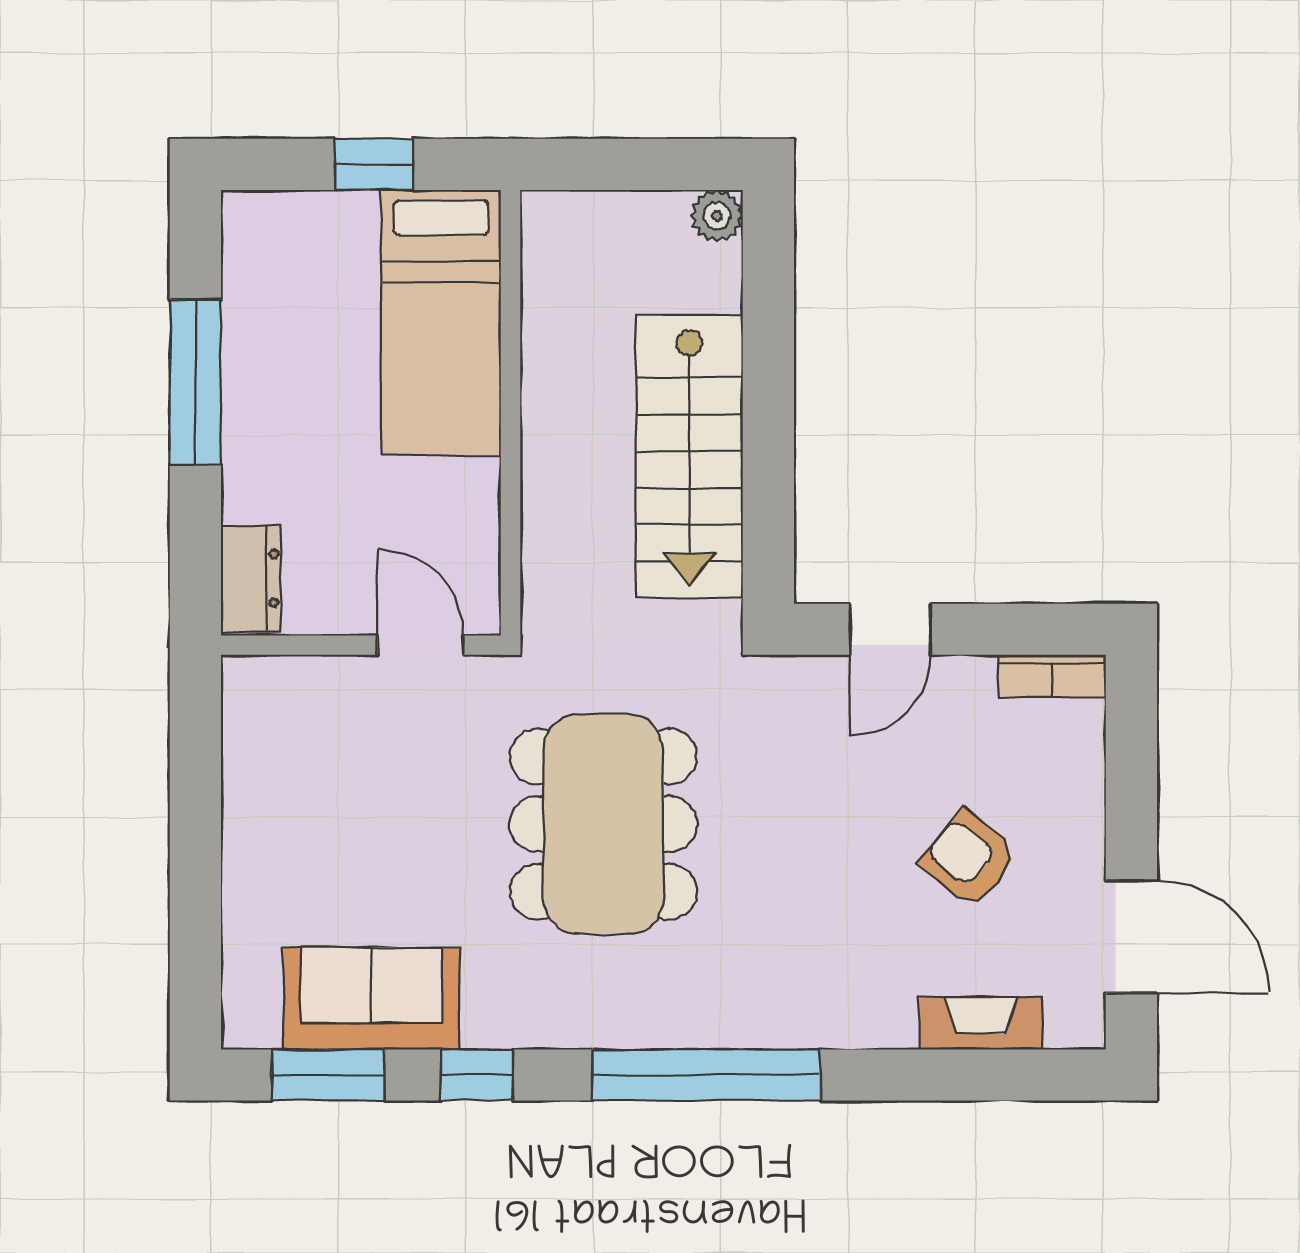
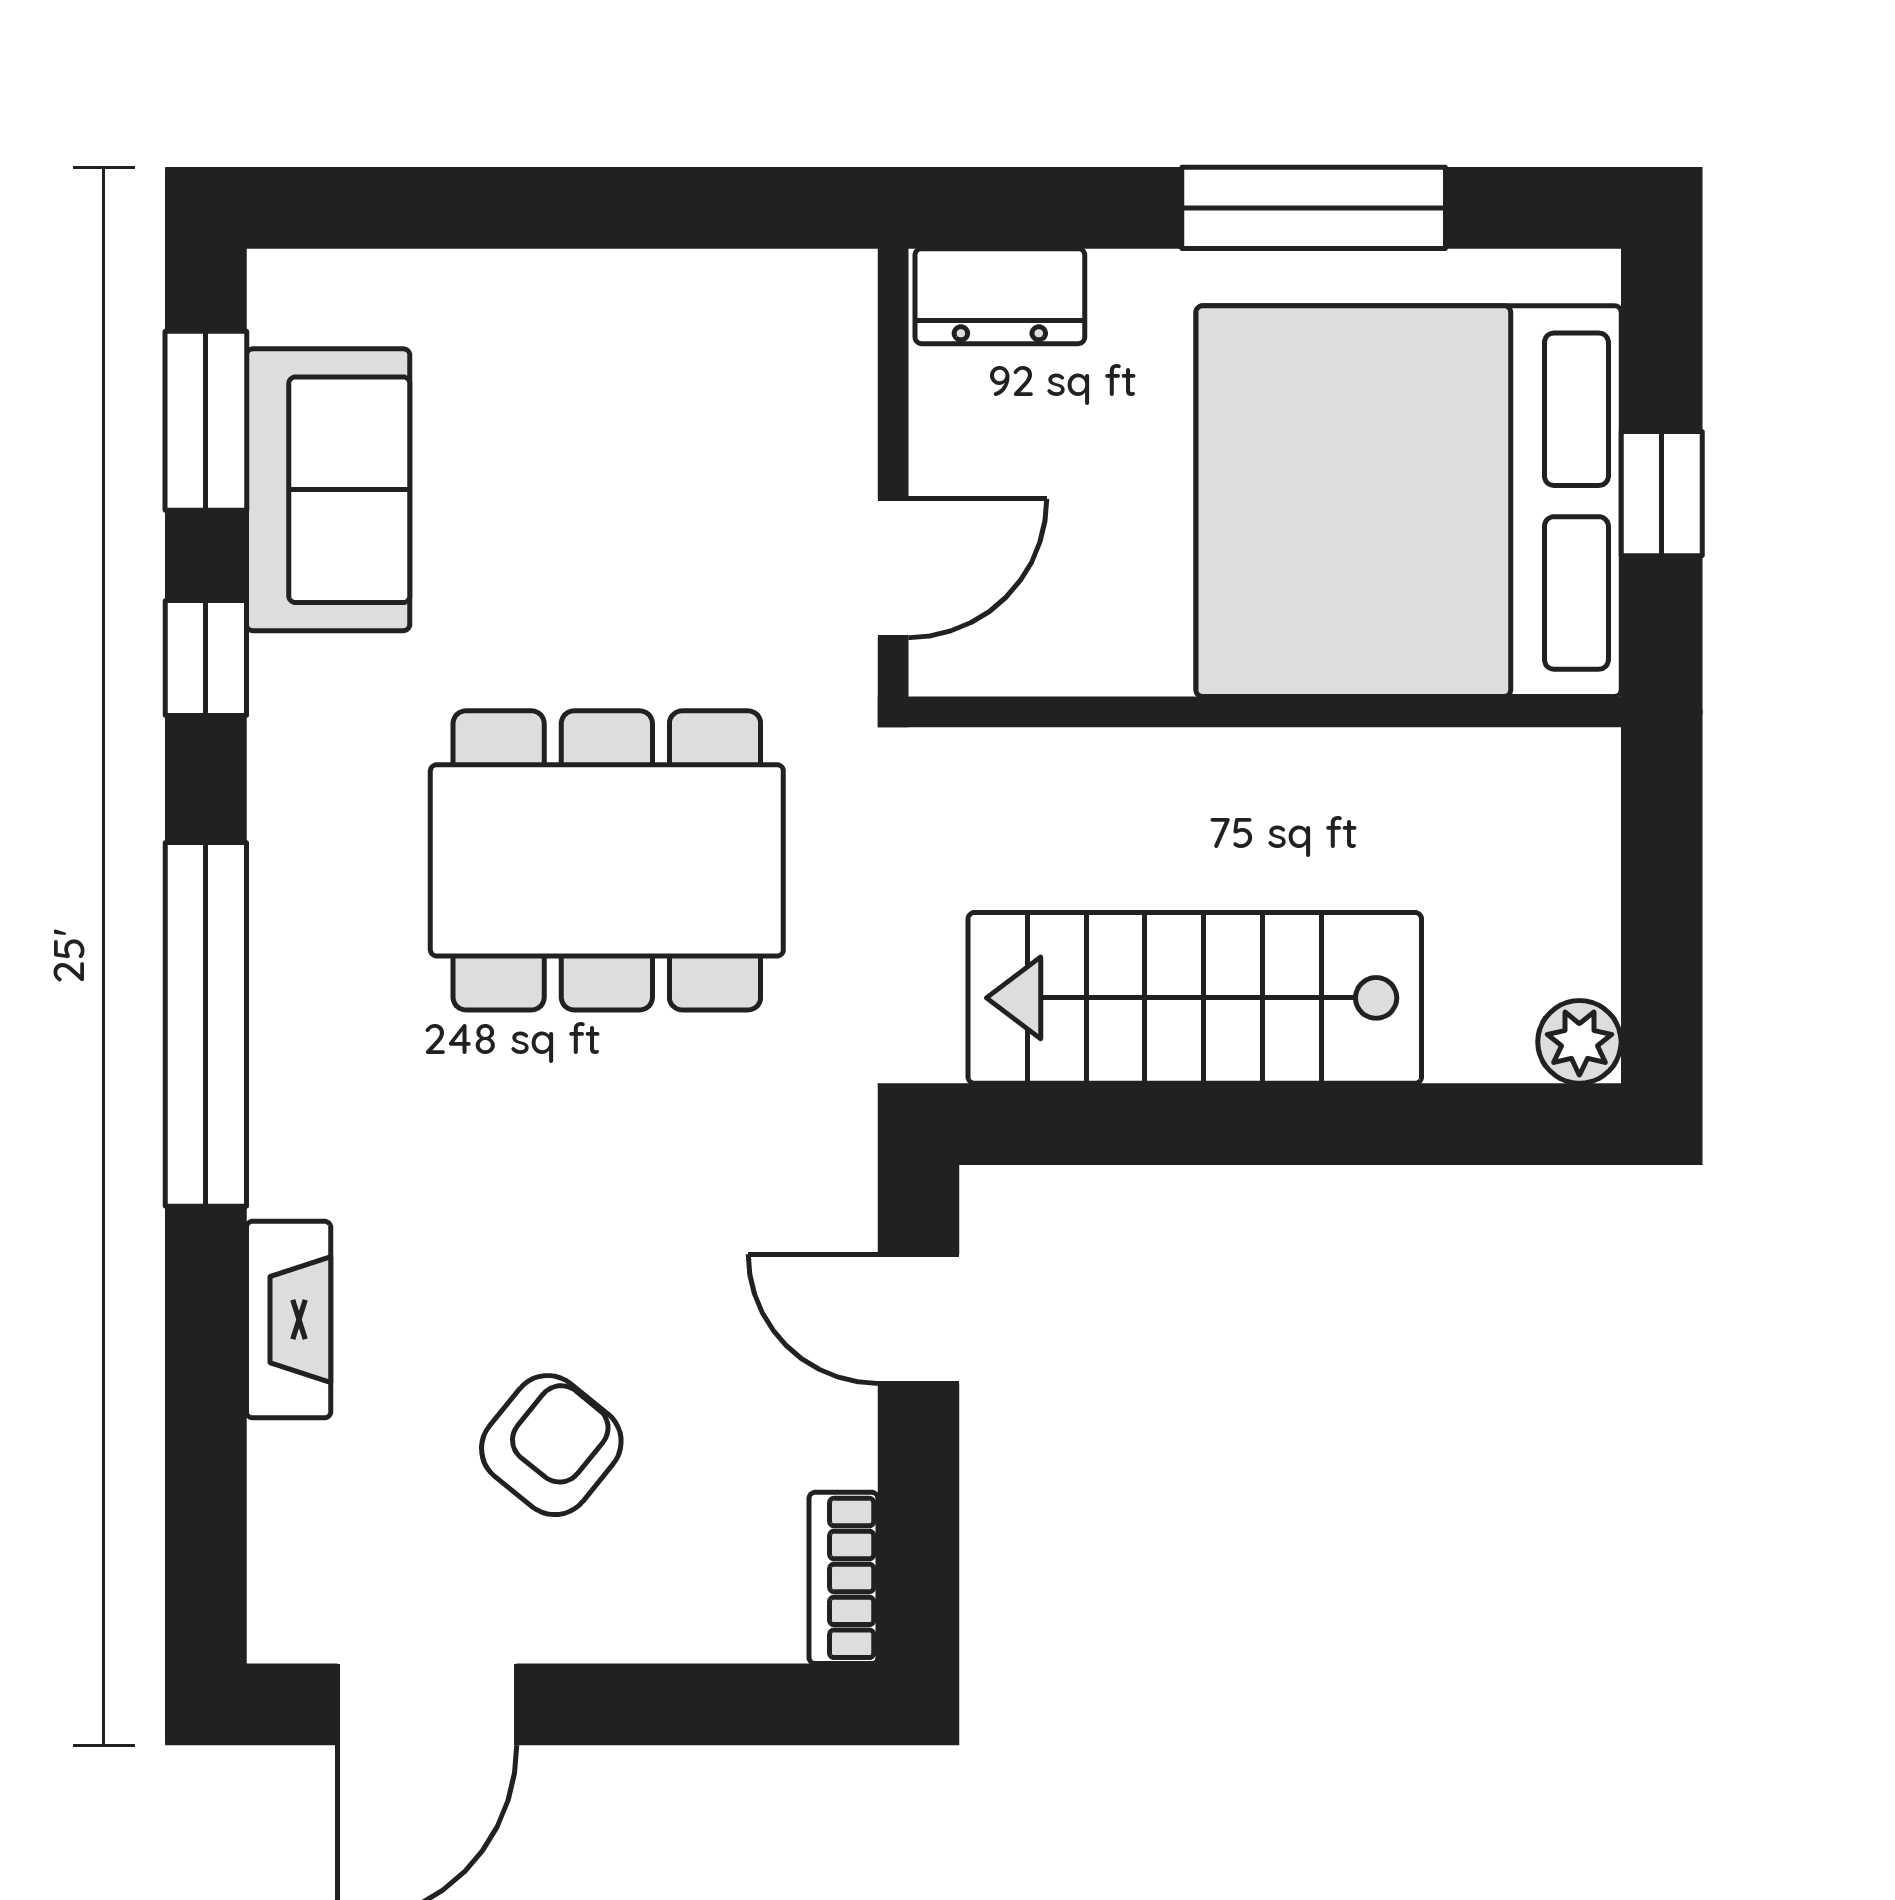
bed: (441, 323) -> (1409, 501), width x2.04
fireplace: (981, 1023) -> (289, 1320), moved

